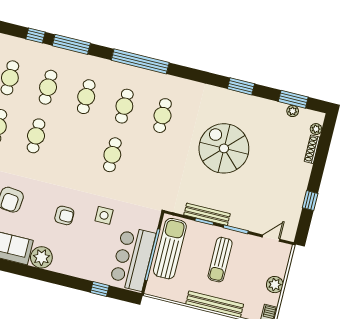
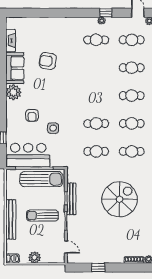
cafe table: (36, 136) -> (96, 151), moved
armchair: (64, 215) -> (32, 115), moved

